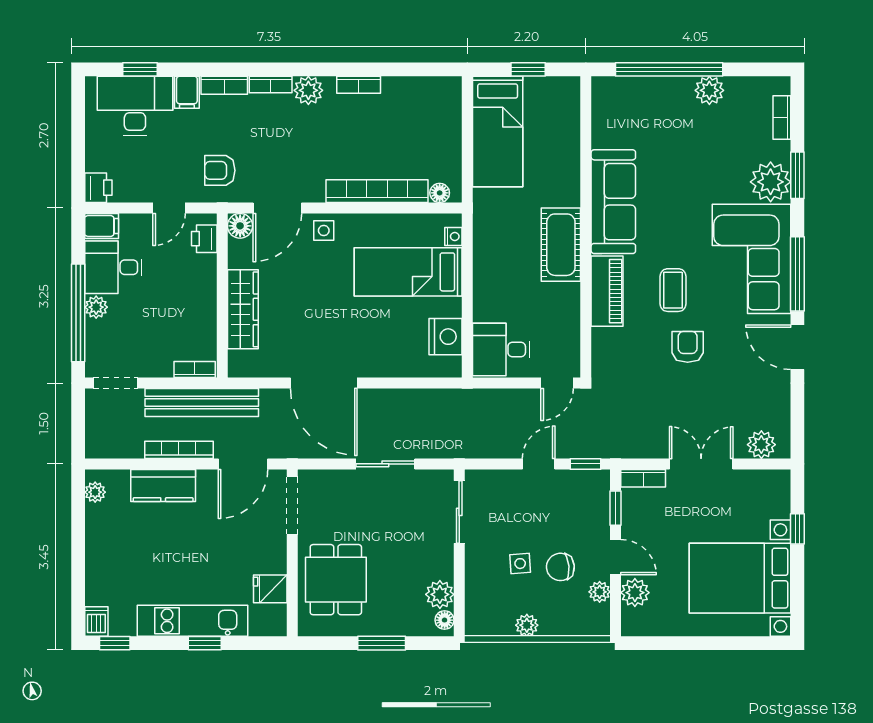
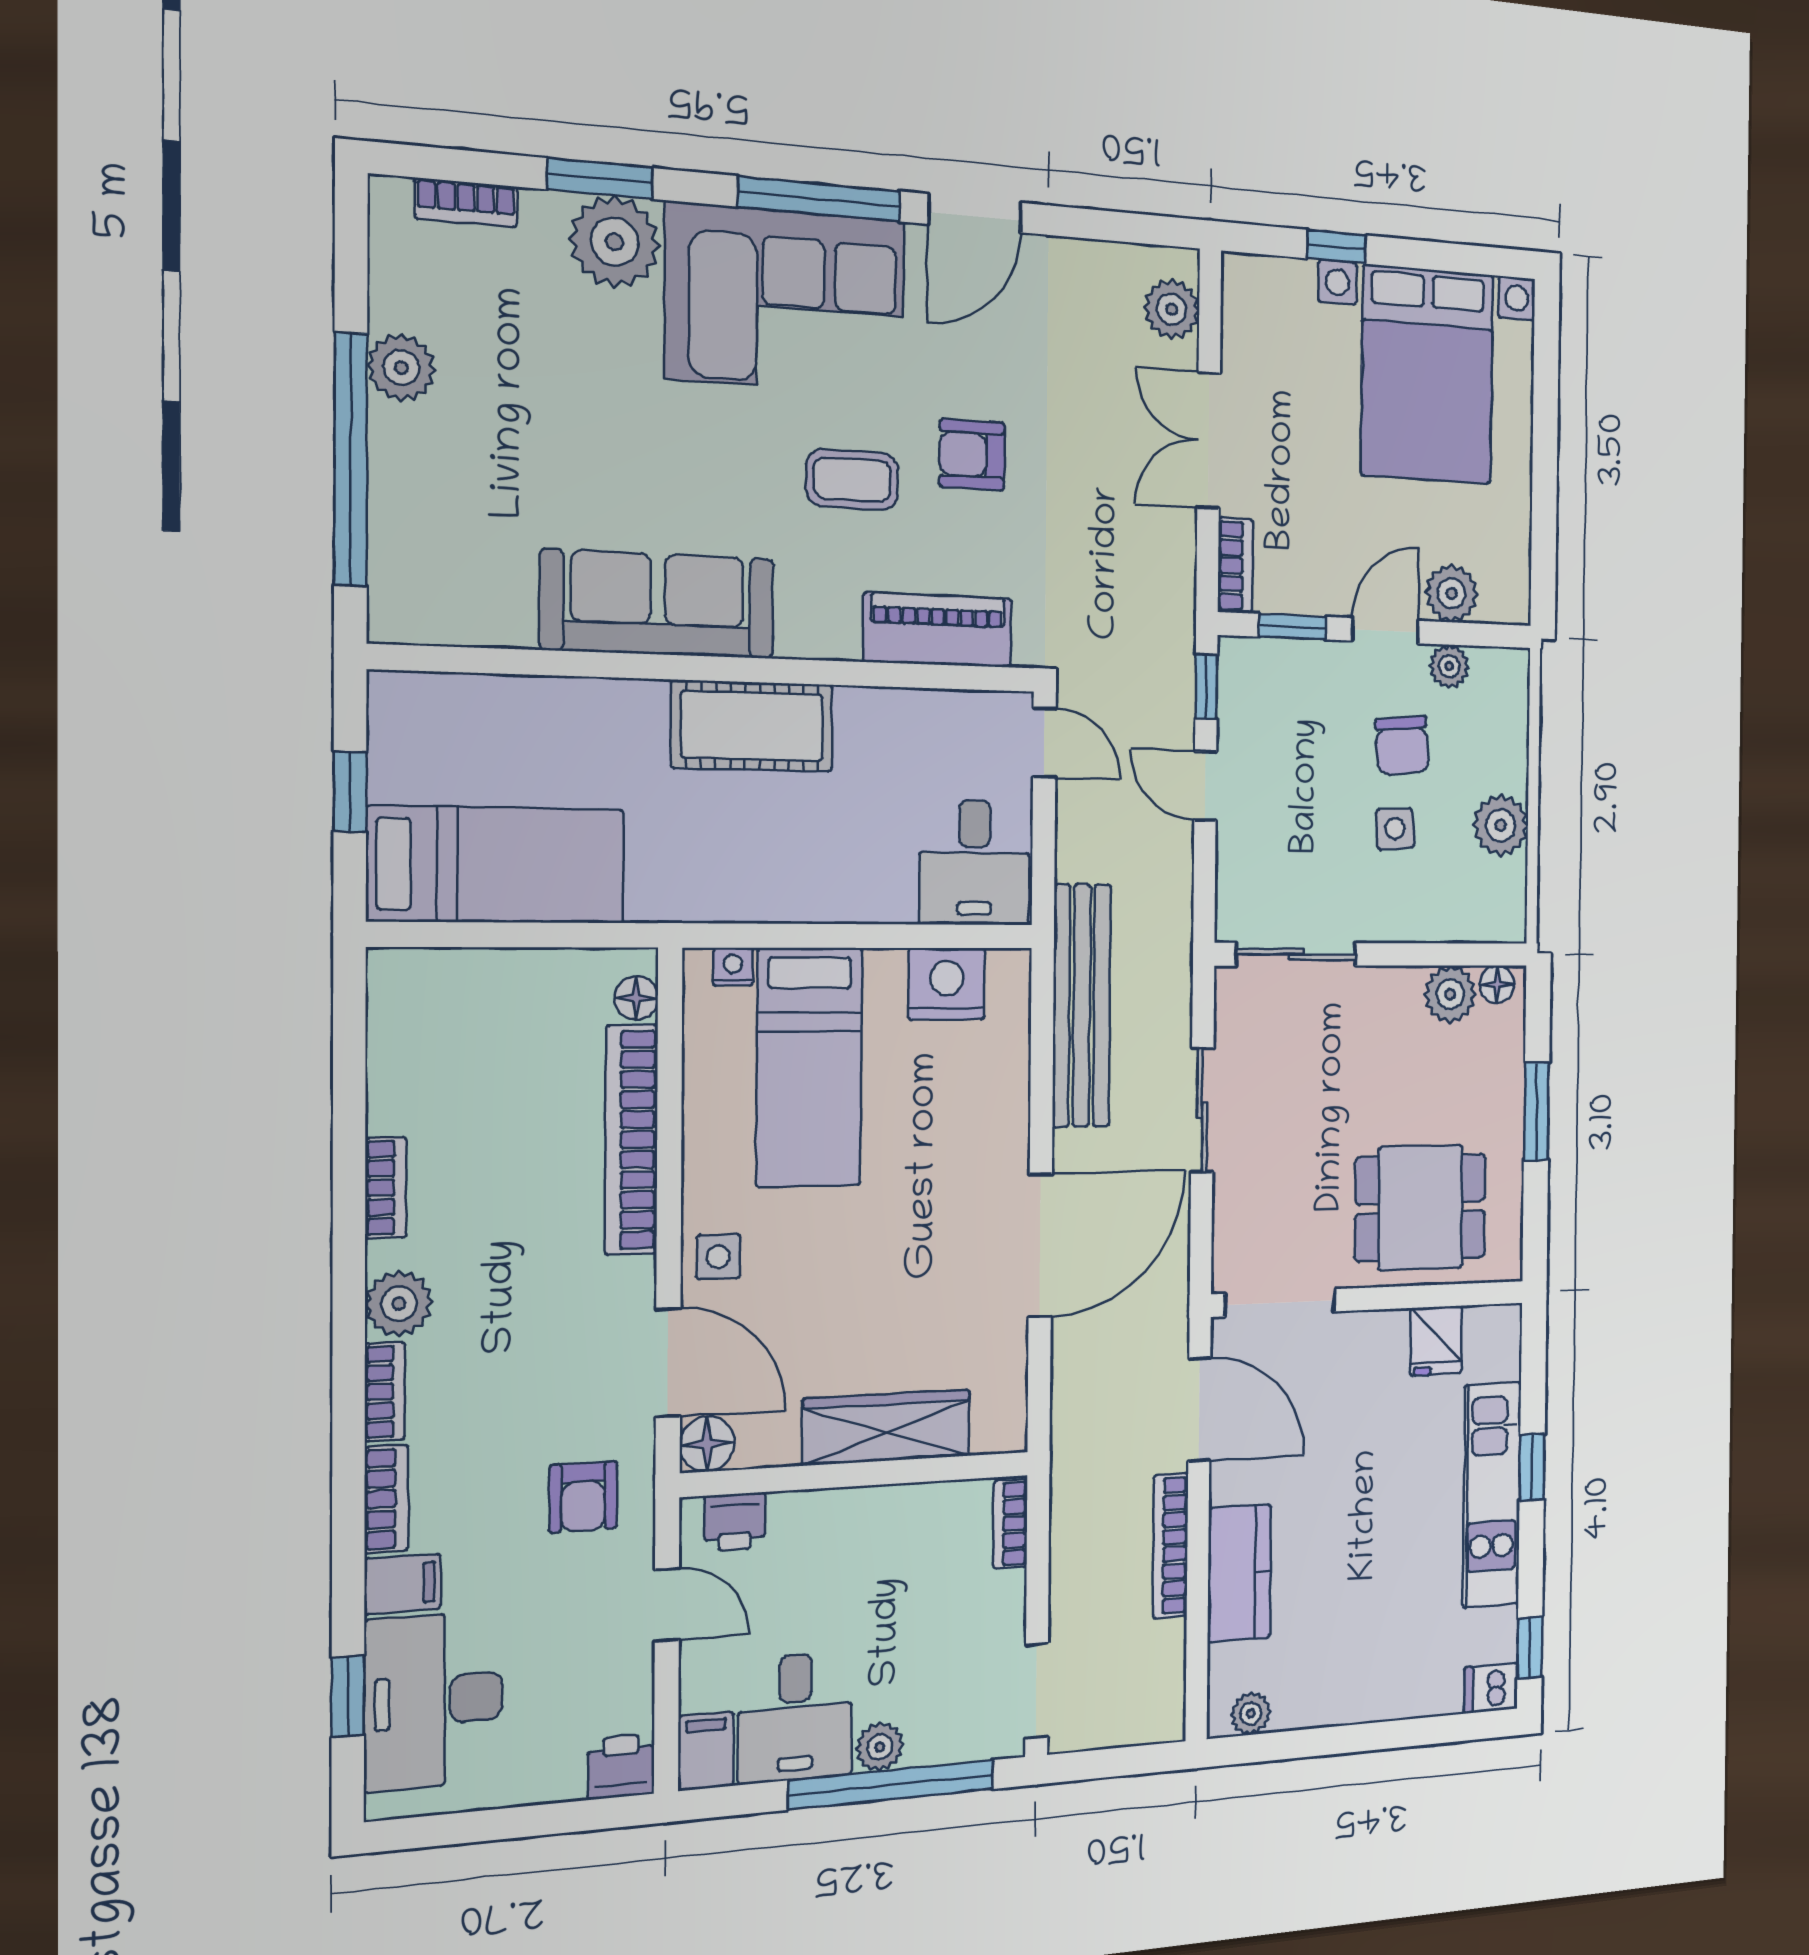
piano: (607, 291) -> (938, 630), moved
bench: (202, 403) -> (1082, 1006), moved
plant: (527, 625) -> (1501, 825), width x1.38, depth x1.38

